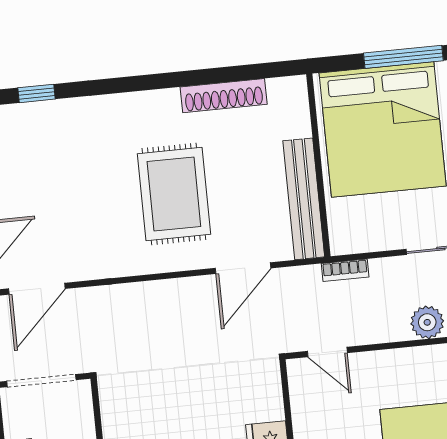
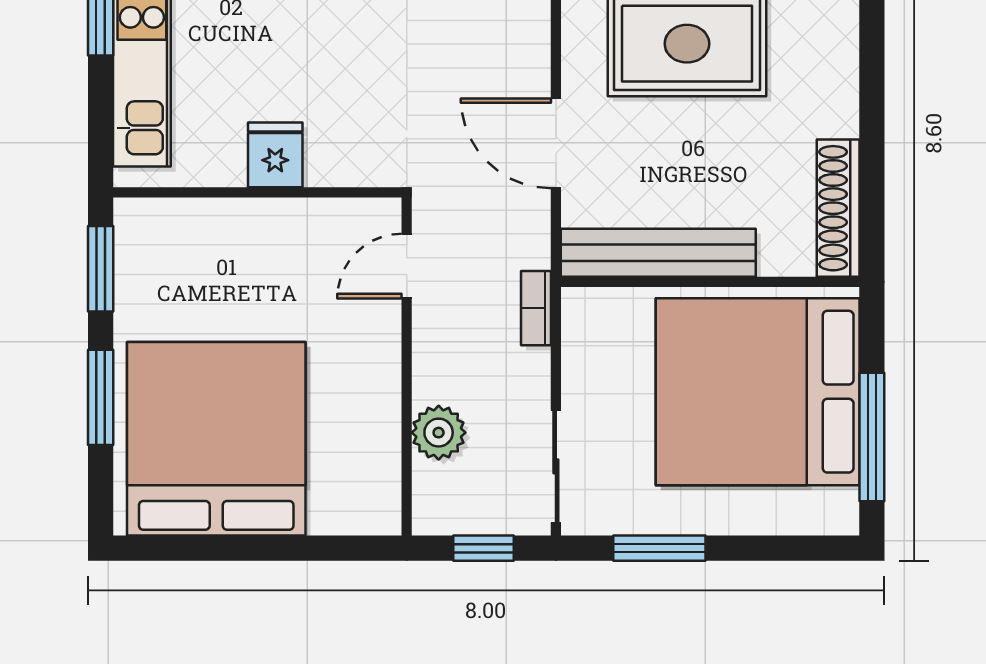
shoe rack: (224, 96) -> (838, 208), moved

